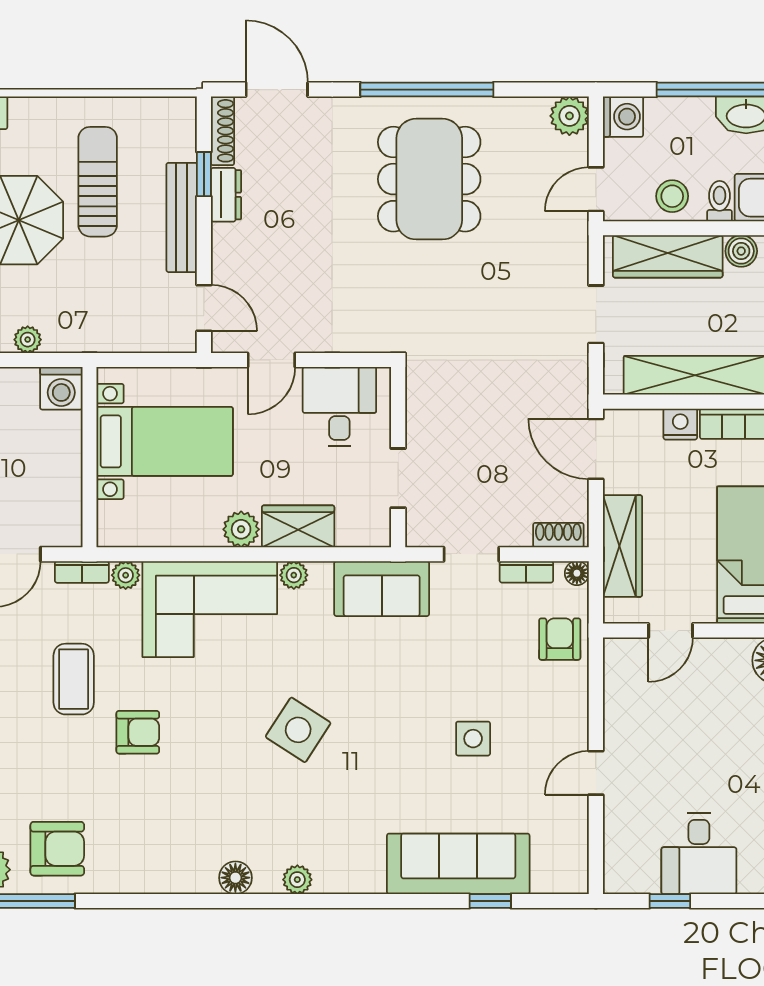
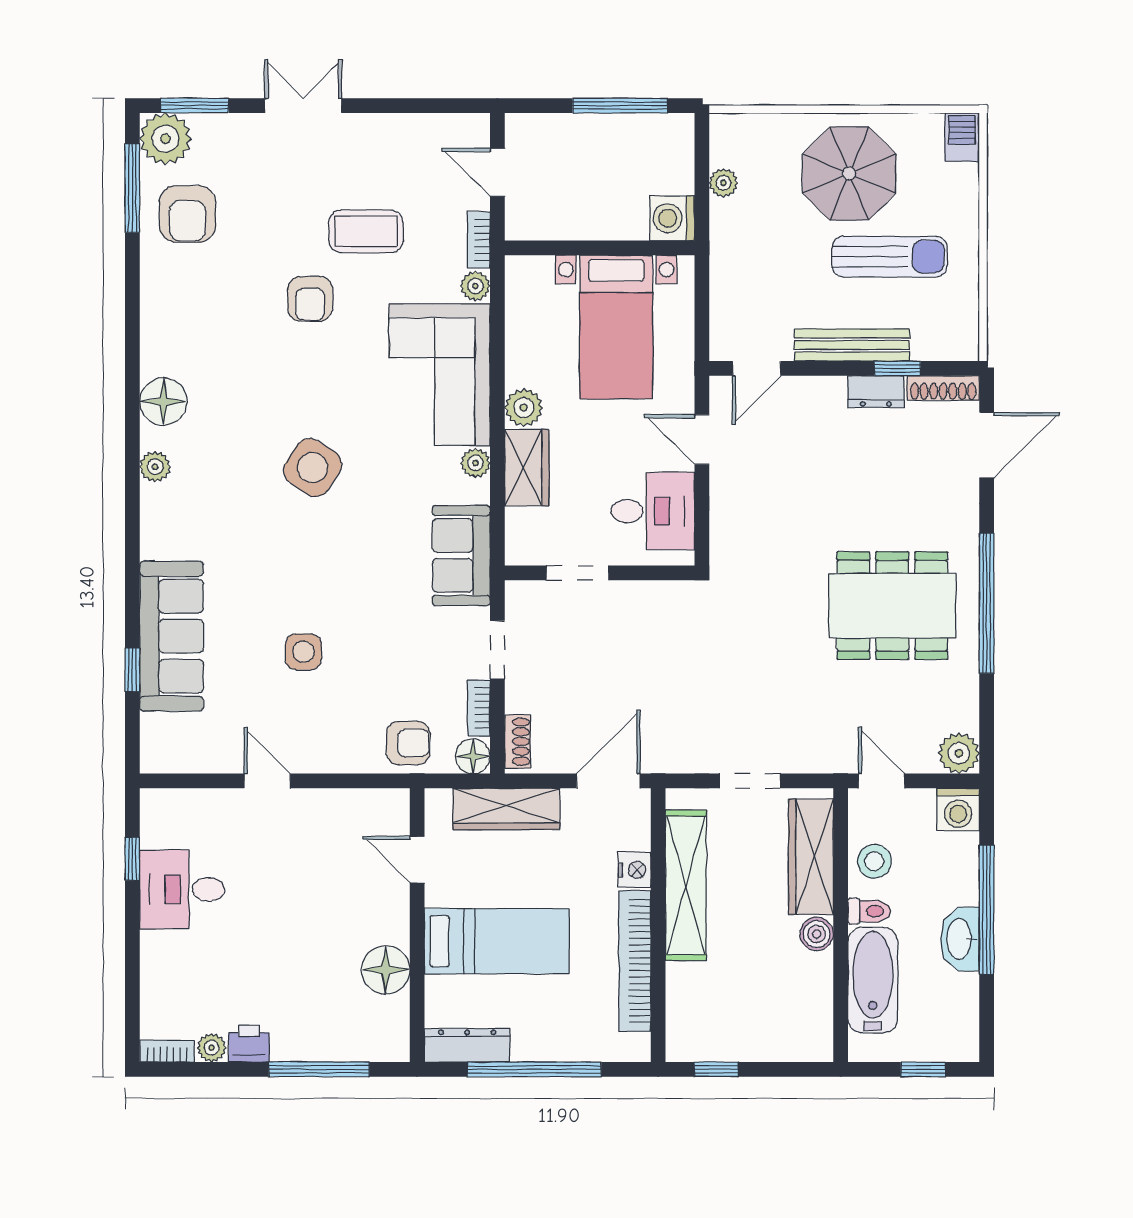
floor lamp: (577, 573) -> (473, 756), width x1.37, depth x1.37
floor lamp: (235, 878) -> (163, 402), width x1.38, depth x1.38

